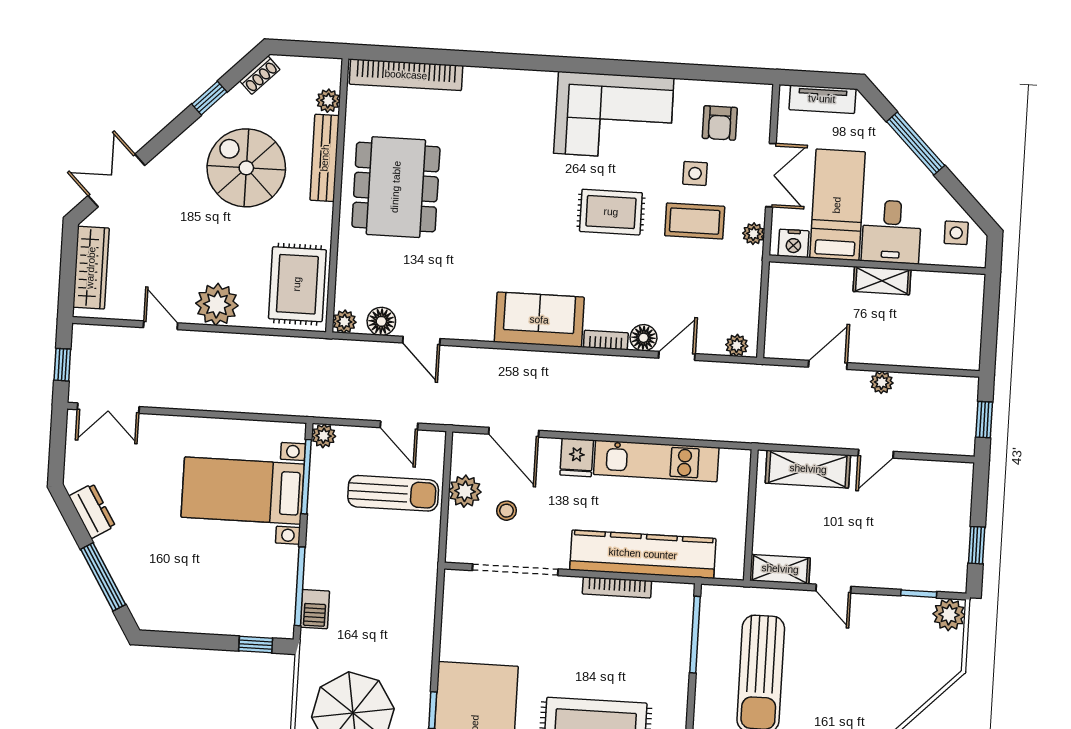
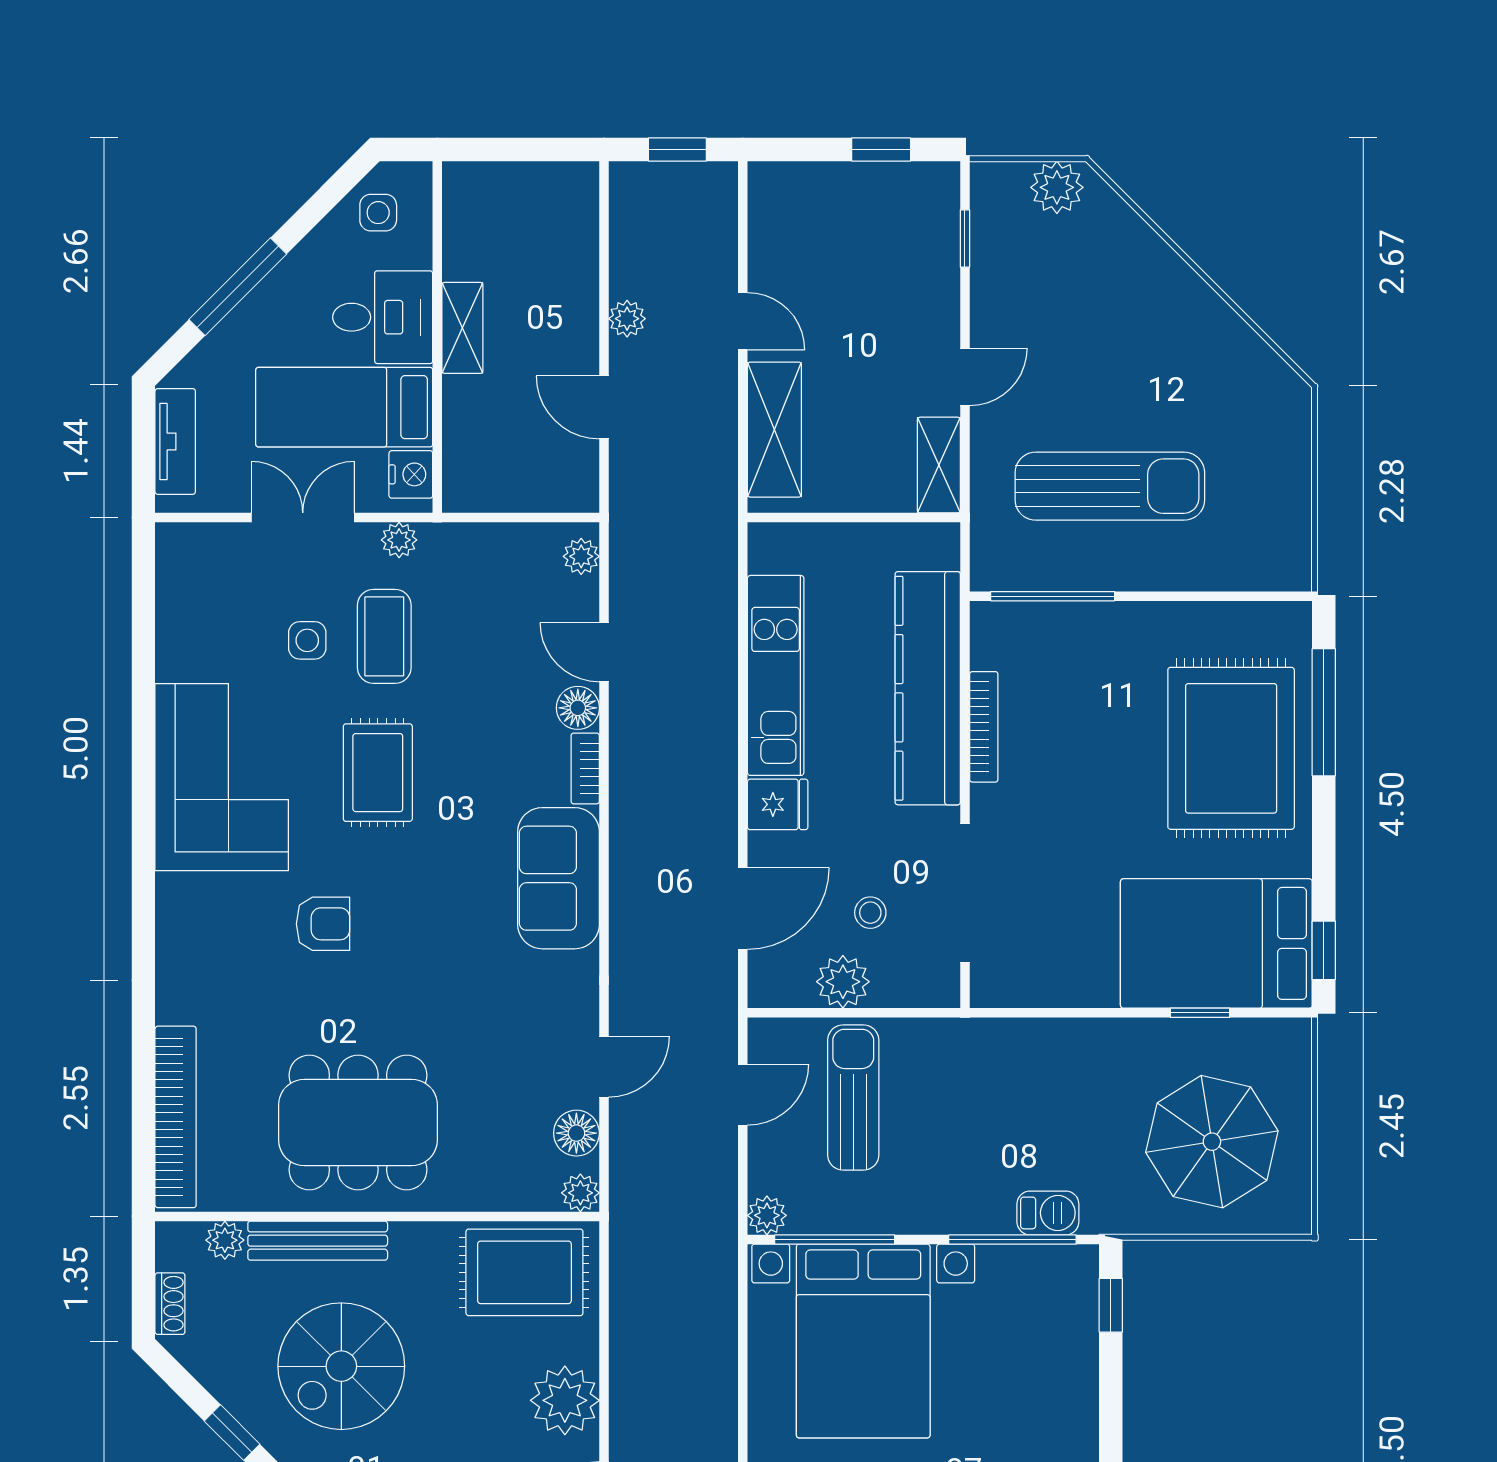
shoe rack: (260, 75) -> (170, 1304), moved, turned 45
armchair: (720, 123) -> (323, 924), moved
bed with nightstands: (243, 491) -> (863, 1341), width x1.36
plant: (949, 615) -> (1057, 187), moved

